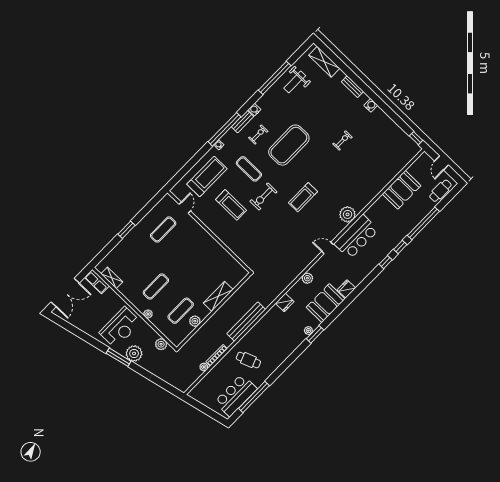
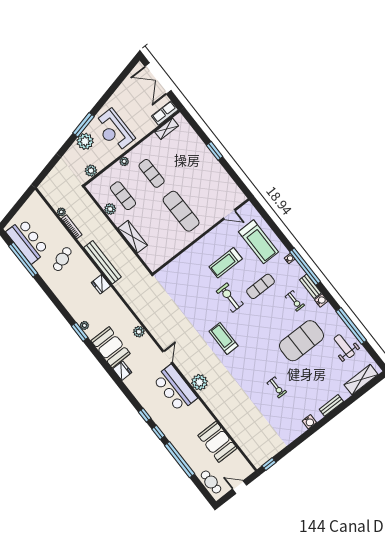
exercise mat: (289, 145) -> (302, 341), moved, turned 90
exercise mat: (163, 229) -> (181, 211), moved, width x1.36, depth x1.45
fridge: (285, 302) -> (101, 284), moved

